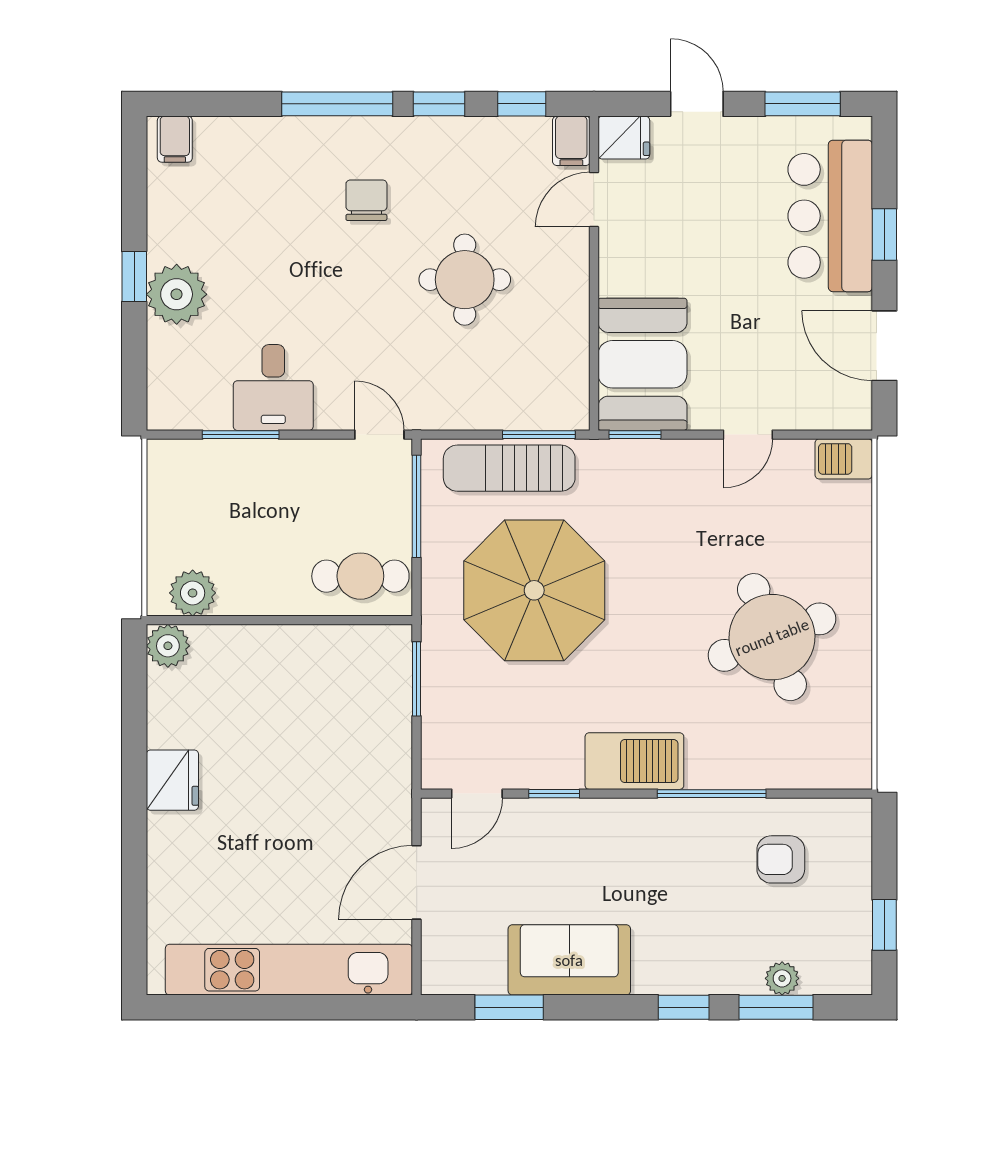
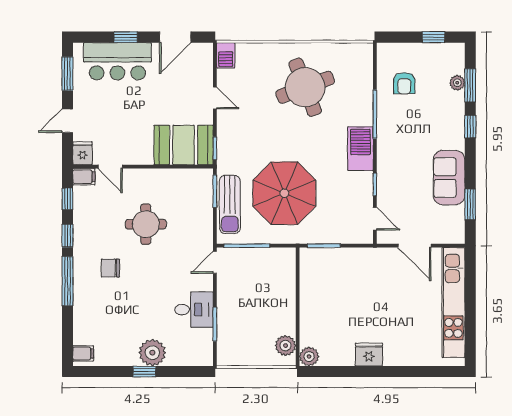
cafe table: (360, 576) -> (278, 271), removed

